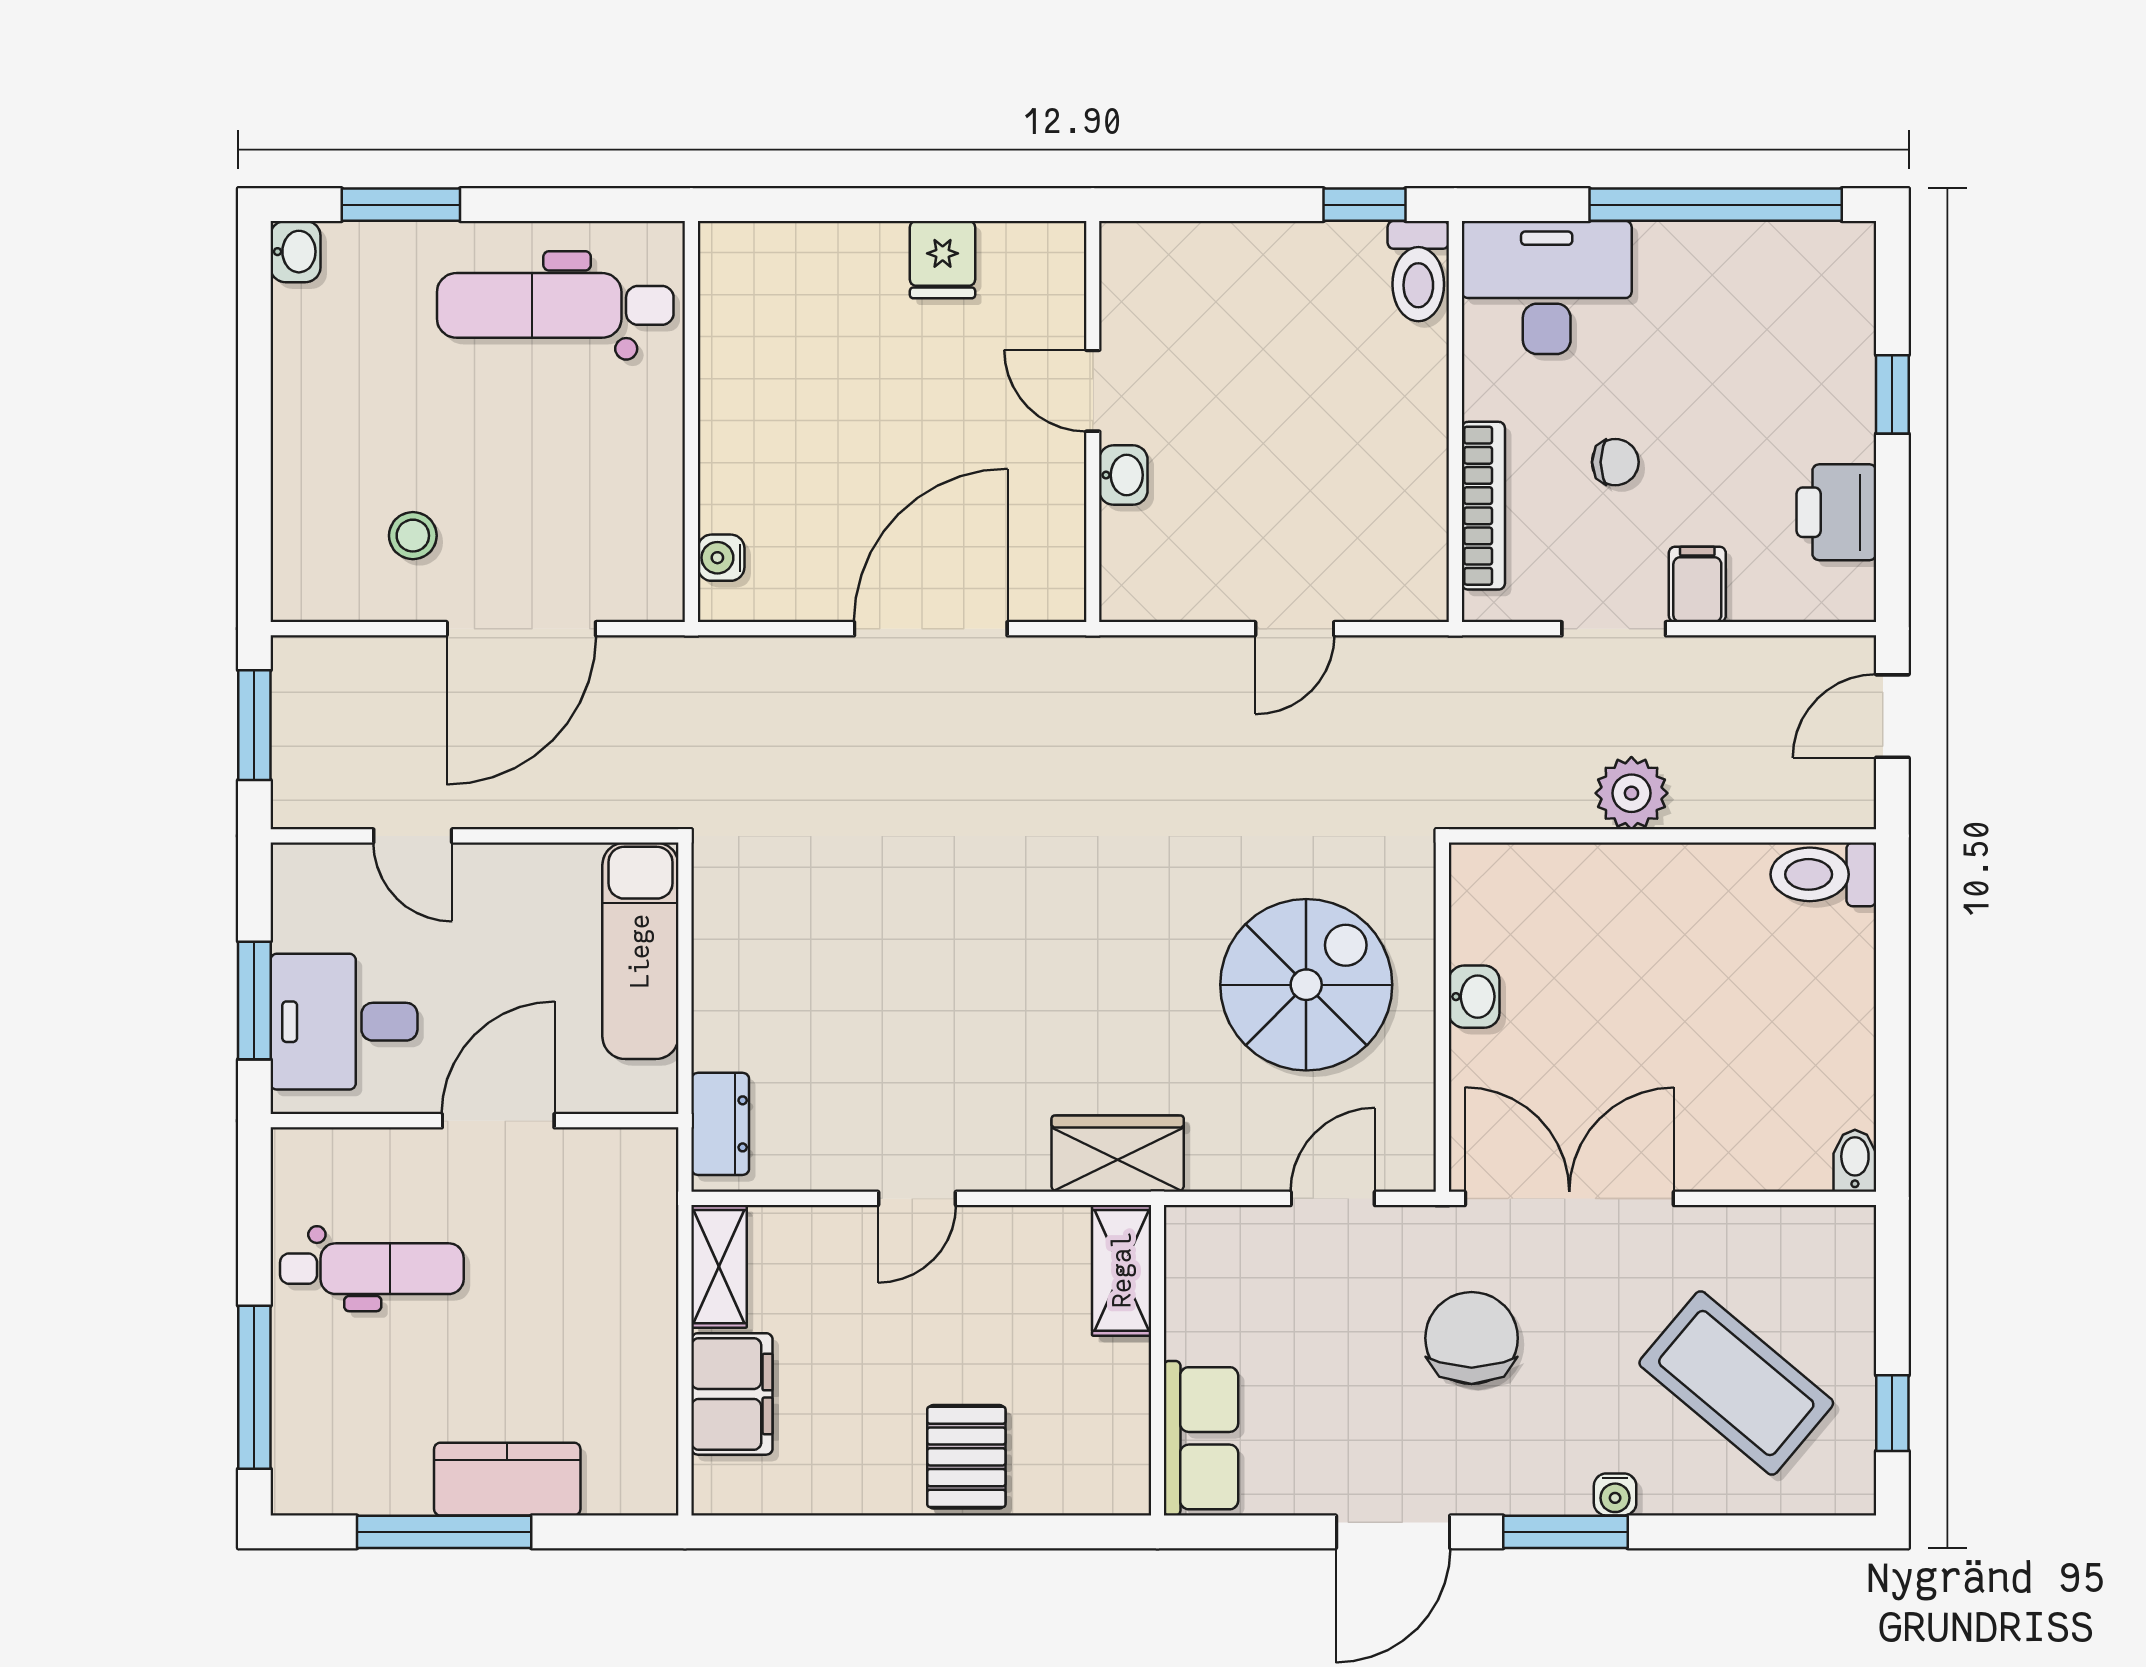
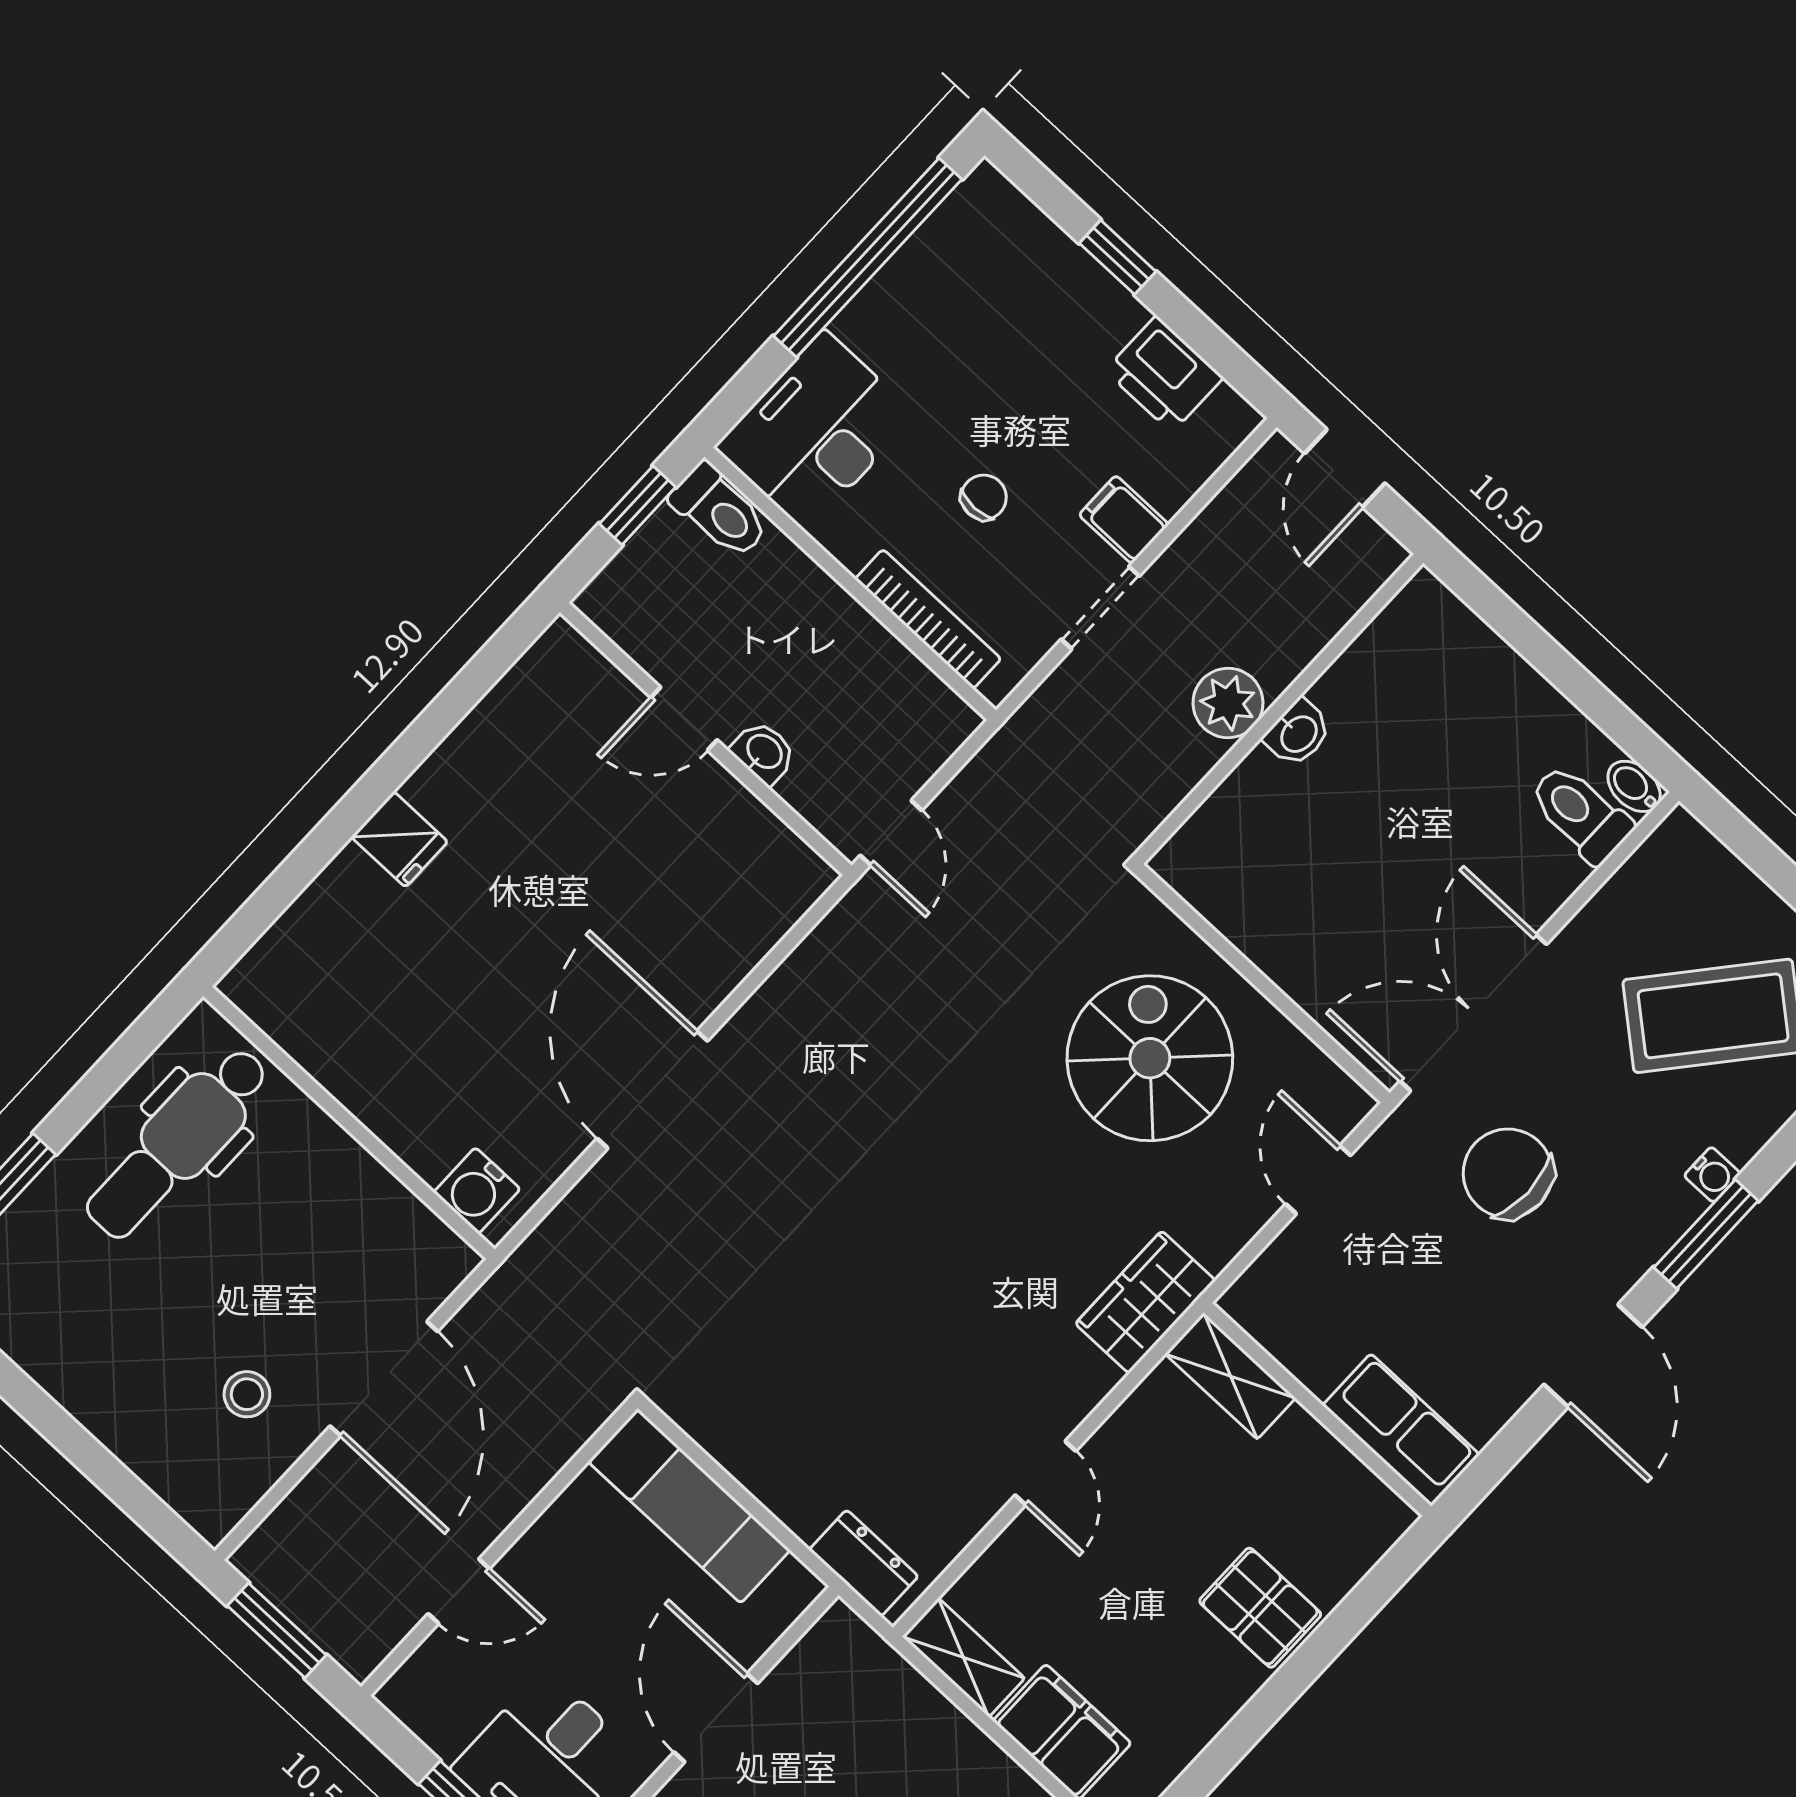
door: (1093, 391) -> (684, 719), moved
wall: (1093, 422) -> (706, 739), moved
washbasin: (1123, 475) -> (764, 752), moved
water cooler: (721, 558) -> (477, 1191), width x1.38, depth x1.38
toilet: (1823, 874) -> (1580, 813), moved, turned 90
washbasin: (1474, 997) -> (1298, 733), moved, turned 90

